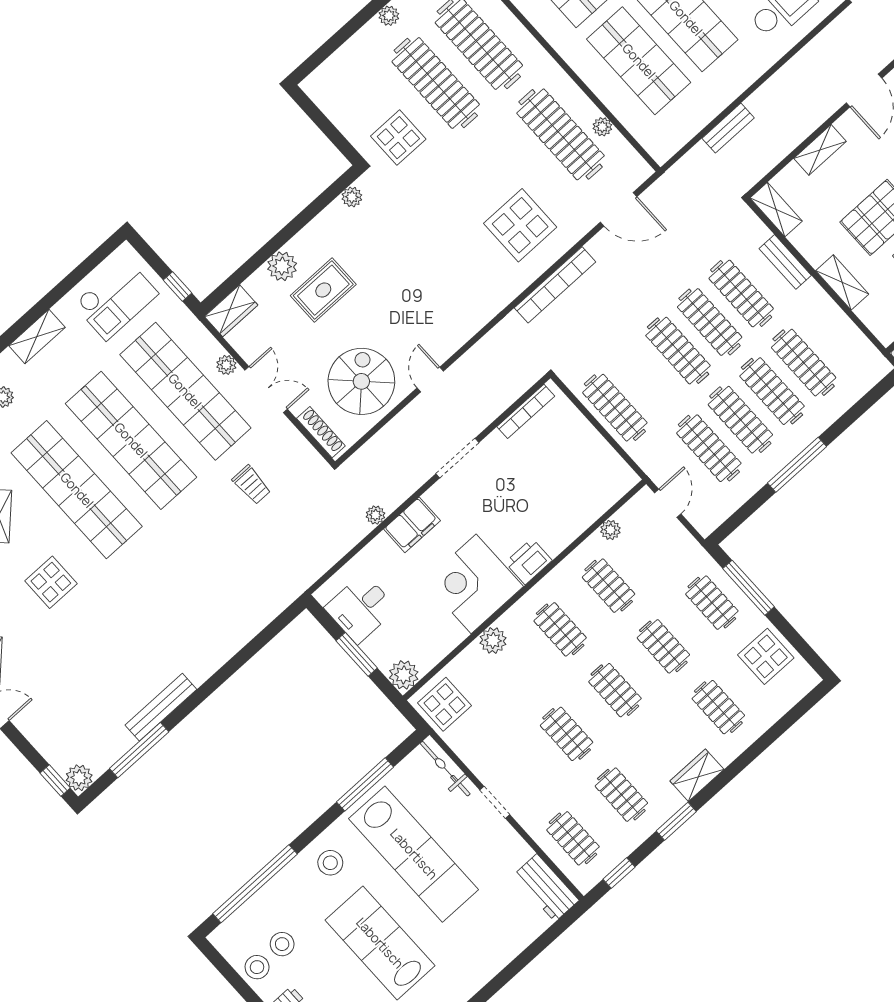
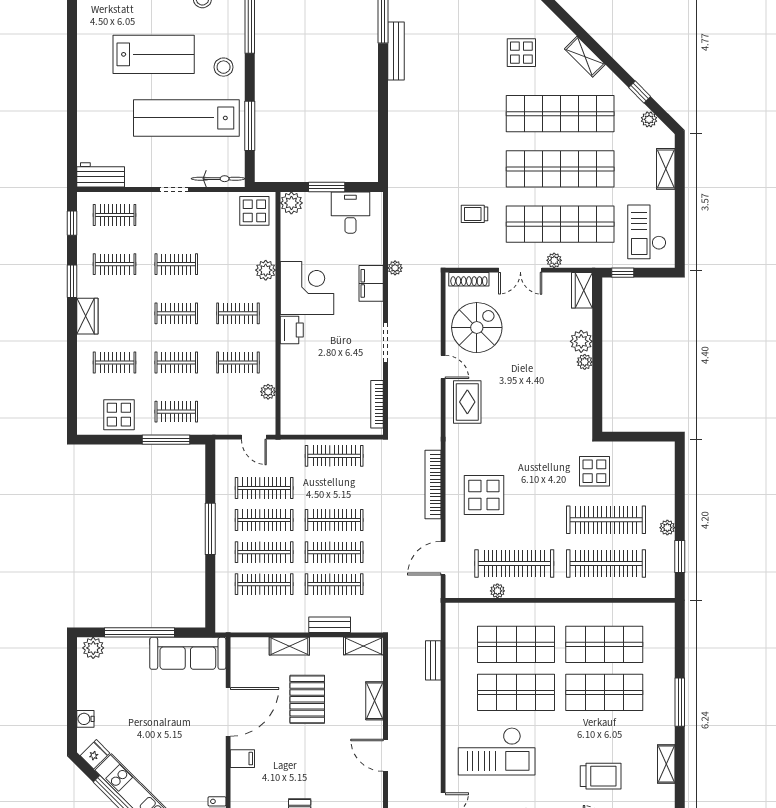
plant: (352, 197) -> (585, 362), moved
rug: (323, 290) -> (467, 402), moved
spiral stairs: (361, 381) -> (477, 328), turned -90

